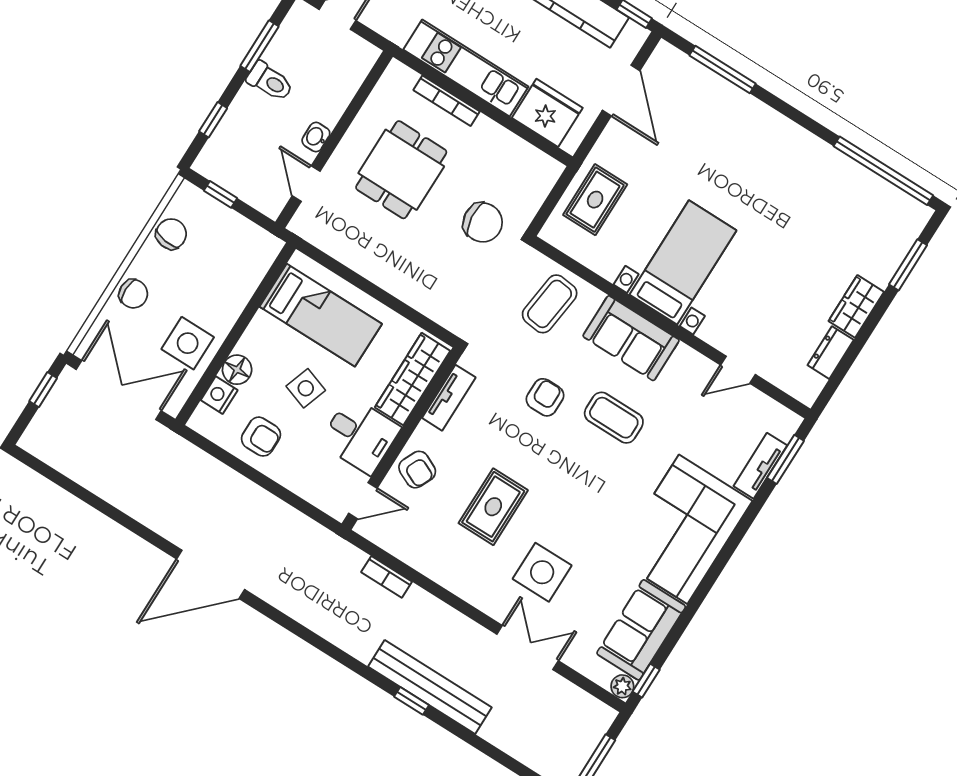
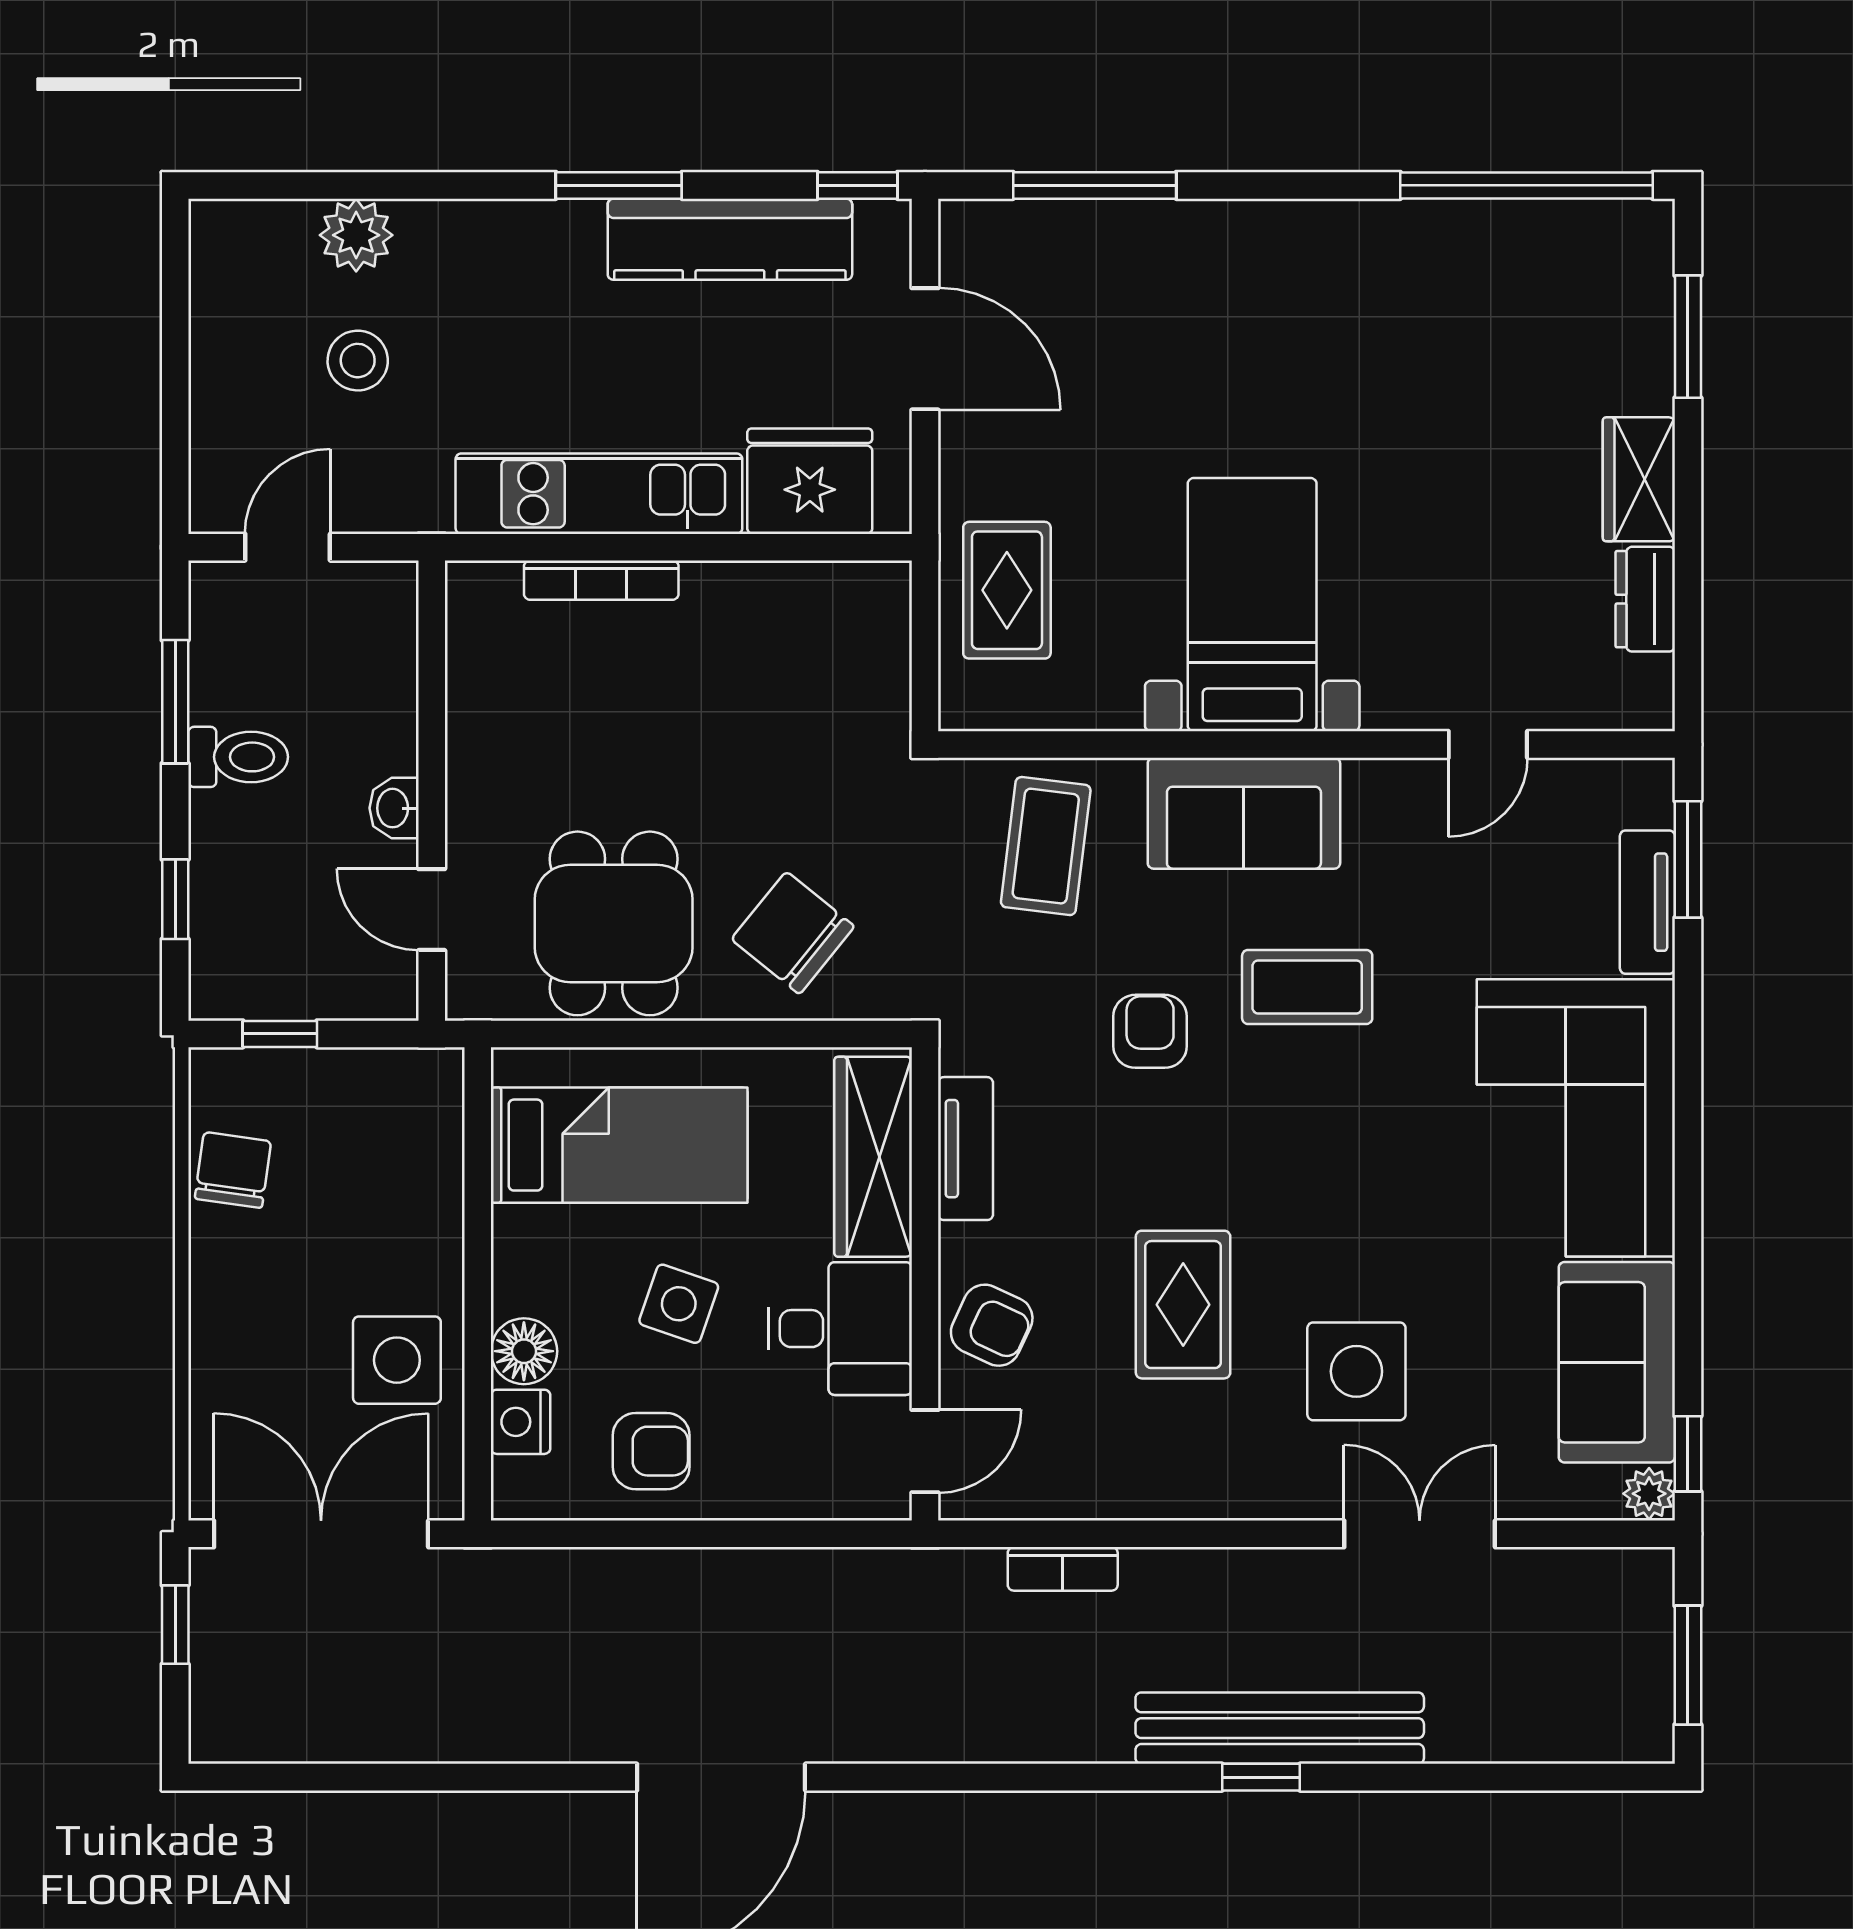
dining table: (401, 170) -> (614, 923), moved
chair: (483, 222) -> (793, 933), moved, turned -135
chair: (133, 294) -> (233, 1331), removed

